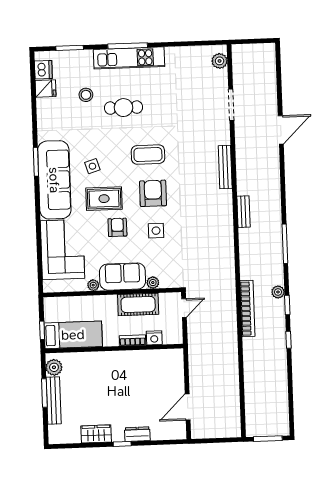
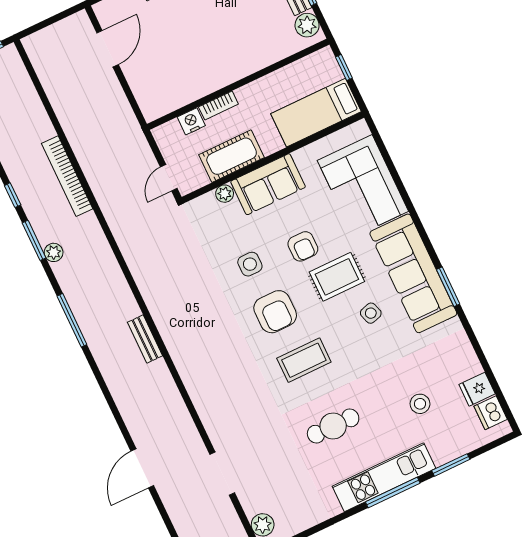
window: (70, 48) -> (451, 465), moved
cafe table: (124, 108) -> (333, 426), moved
bench: (225, 167) -> (195, 388), removed
plant: (93, 285) -> (302, 156), removed
window: (287, 305) -> (34, 240), width x1.50
bookcase: (247, 308) -> (67, 176), moved
bed: (73, 335) -> (316, 113), moved

